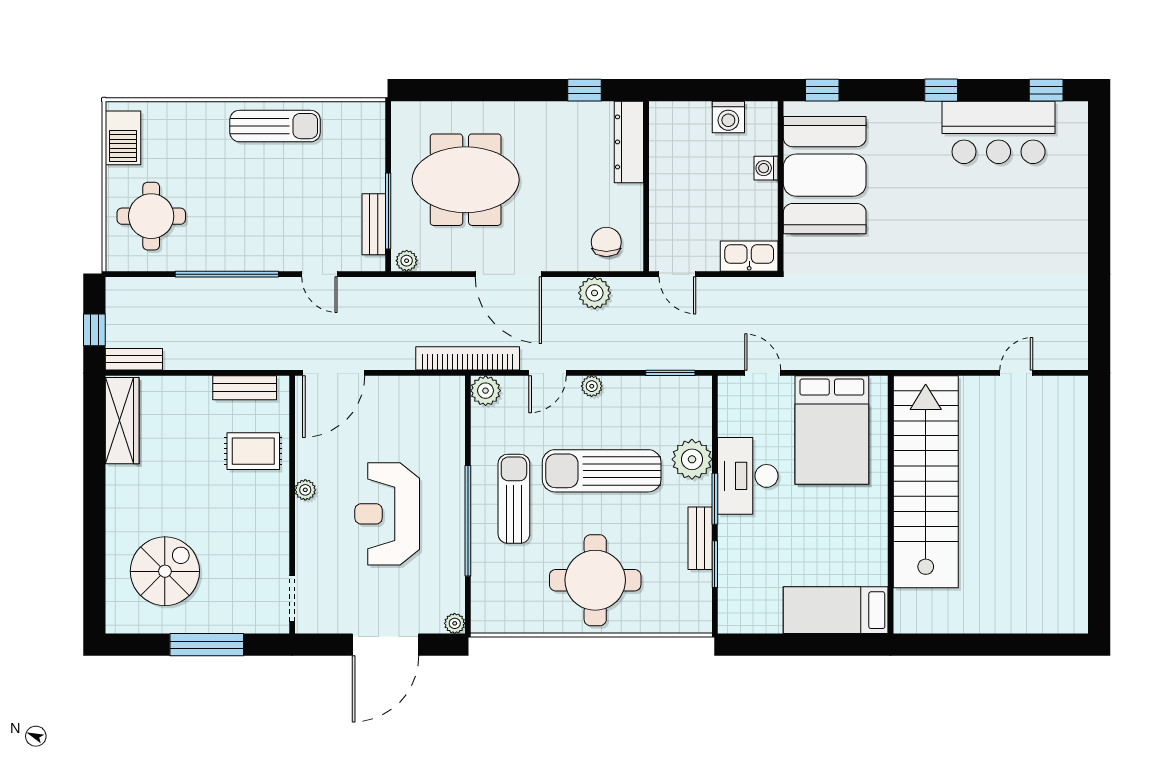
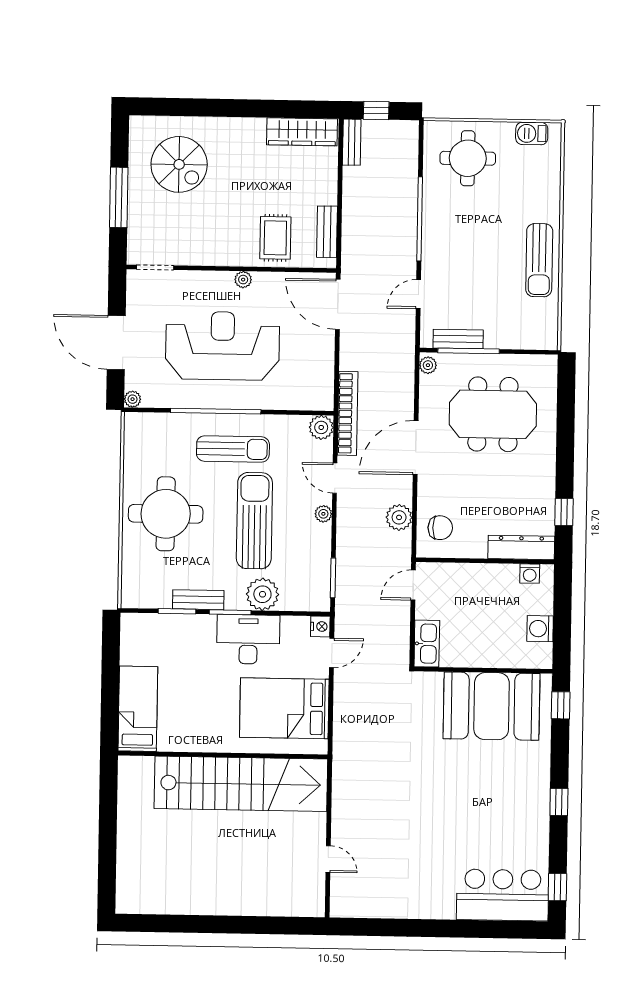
bar counter: (999, 132) -> (503, 895), moved, turned 90
barbecue: (123, 138) -> (532, 133), width x0.73, depth x0.79
washing machine: (766, 168) -> (530, 574), moved, turned 180
meeting table: (466, 180) -> (493, 414), turned 90
nightstand: (730, 387) -> (320, 626), added
reception desk: (387, 514) -> (222, 346), width x1.36, depth x1.30

